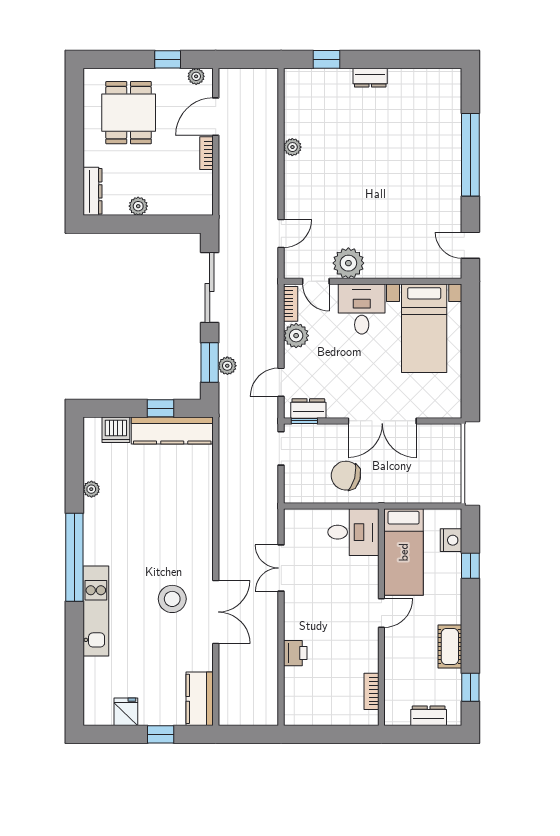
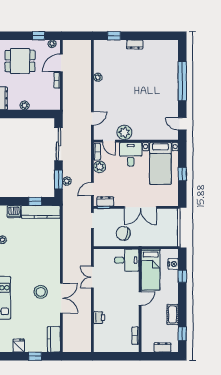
dining table: (129, 113) -> (20, 61), turned 90
window: (470, 351) -> (182, 174), added

